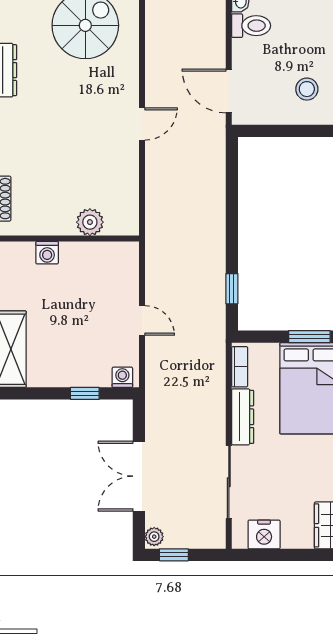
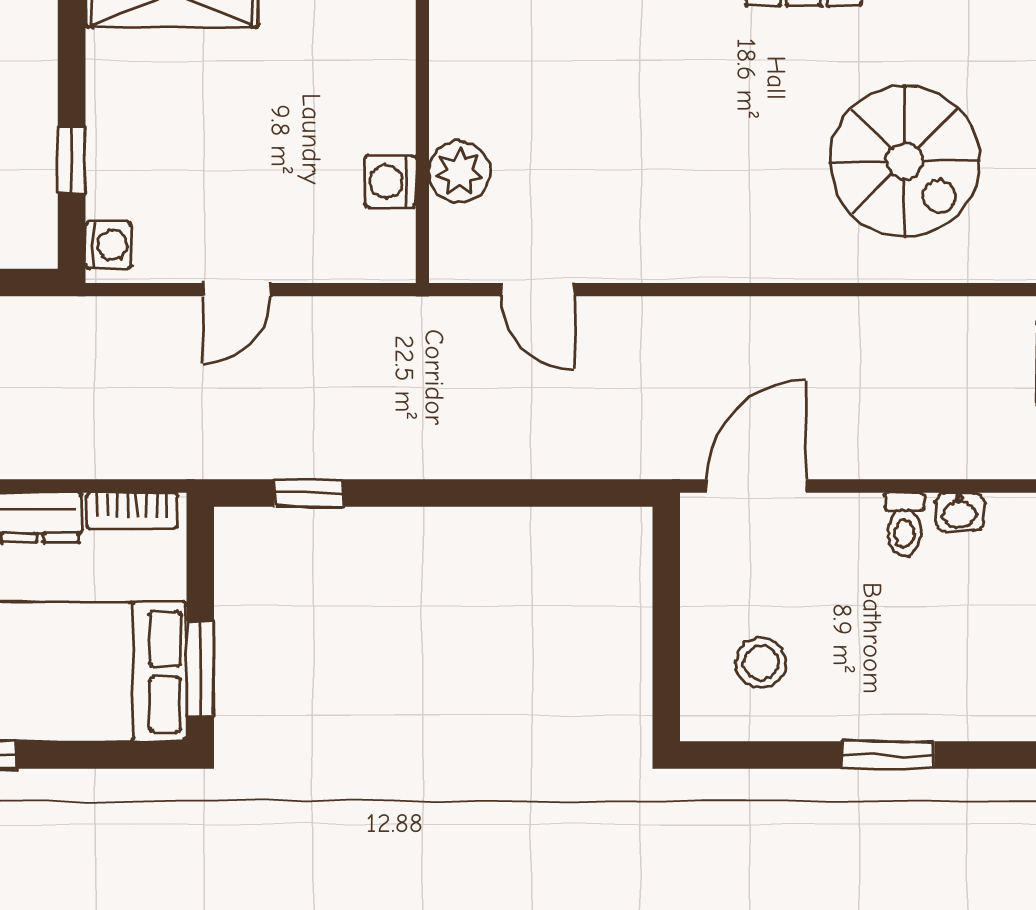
toilet: (251, 26) -> (904, 524), width x0.73, depth x0.72
door: (142, 124) -> (538, 290), moved
washing machine: (47, 253) -> (390, 181), moved

